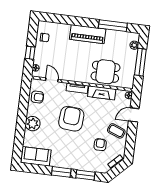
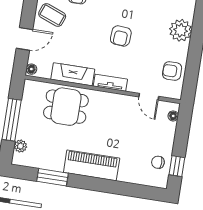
window: (113, 26) -> (52, 177), width x0.69
window: (30, 53) -> (177, 166), moved
armchair: (71, 119) -> (121, 36), width x0.53, depth x0.53

